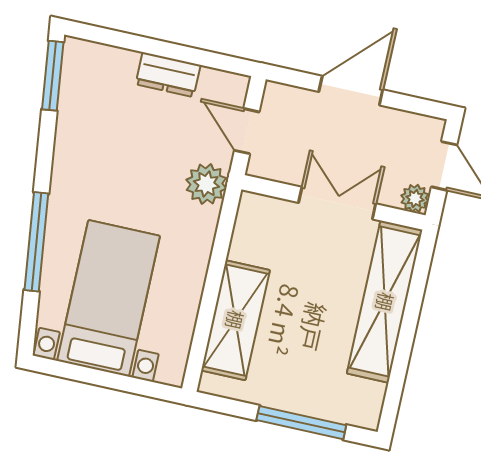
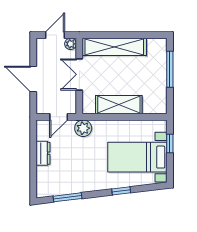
window: (53, 76) -> (67, 197), moved
window: (36, 242) -> (121, 191), width x0.46
shelving: (235, 320) -> (119, 105), moved
window: (124, 383) -> (170, 143), added

